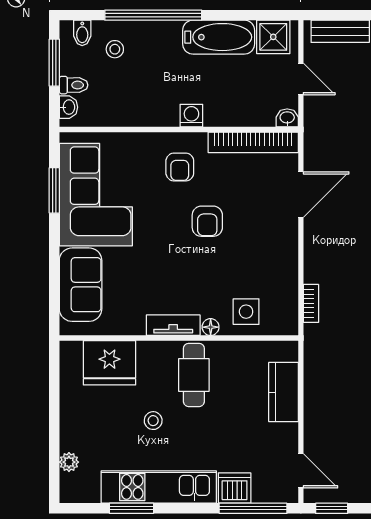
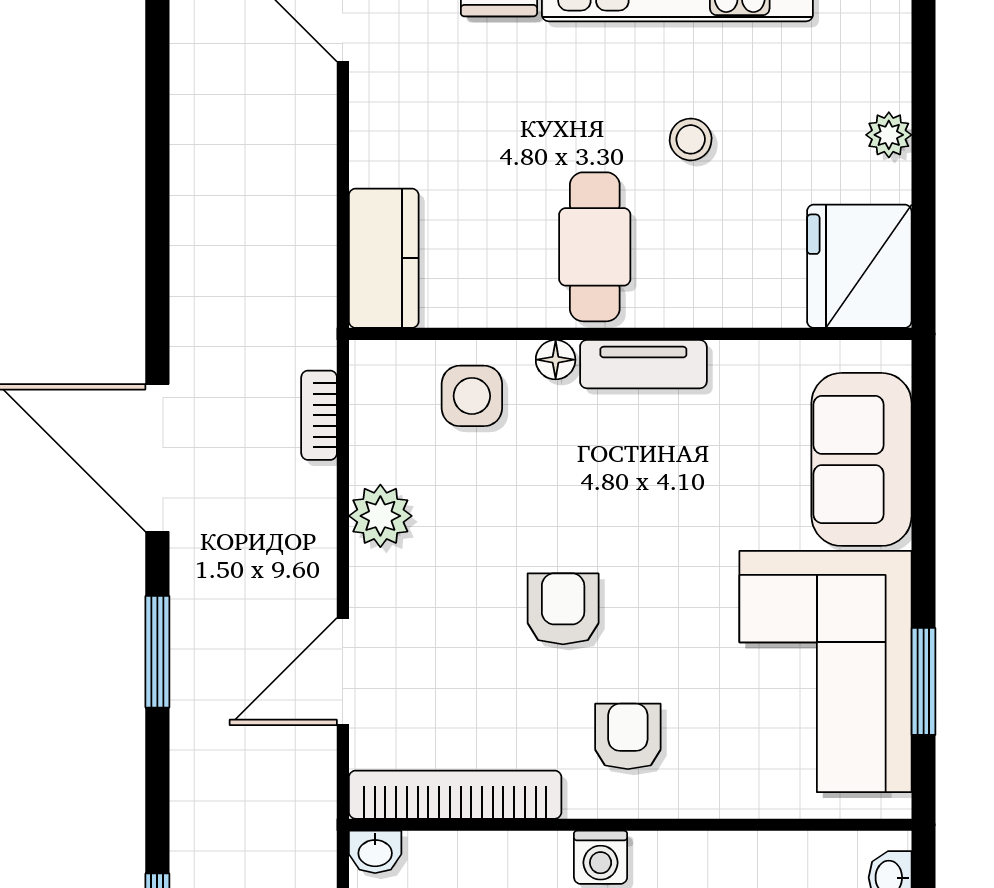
plant: (285, 261) -> (380, 516), added
fridge: (109, 363) -> (859, 266), moved, turned -90
kitchen counter: (283, 392) -> (384, 258), moved
plant: (69, 462) -> (889, 135), moved

